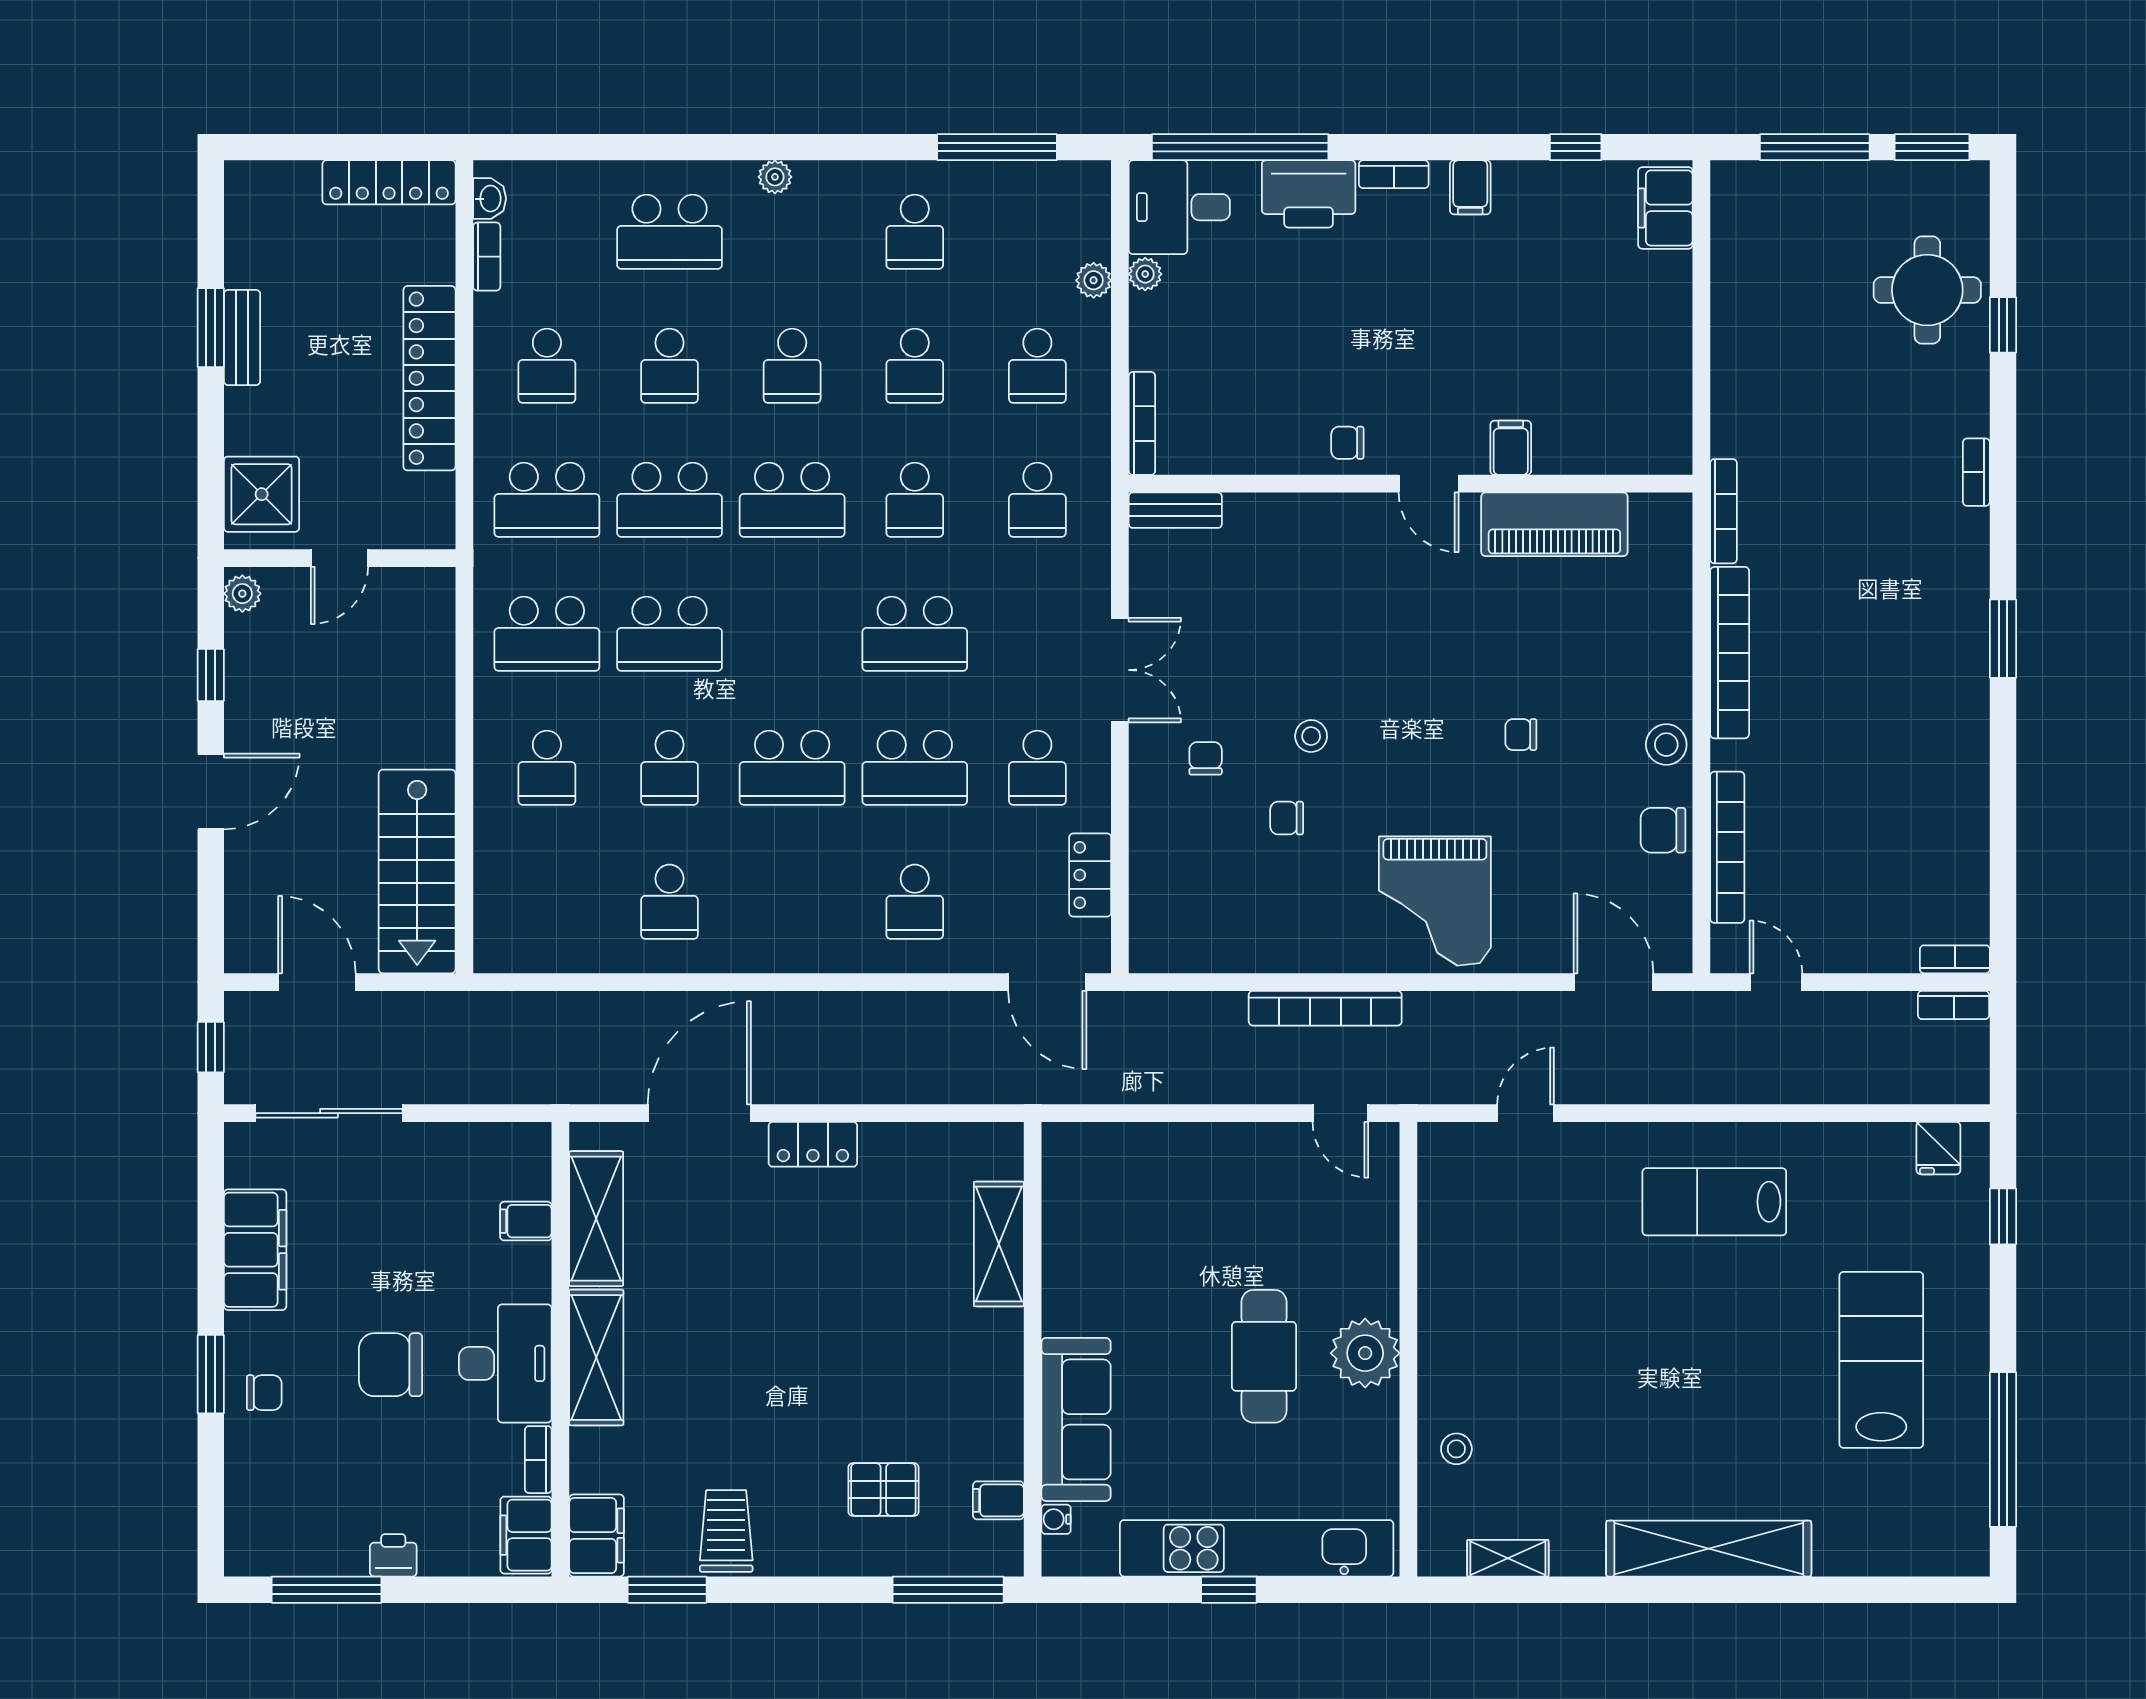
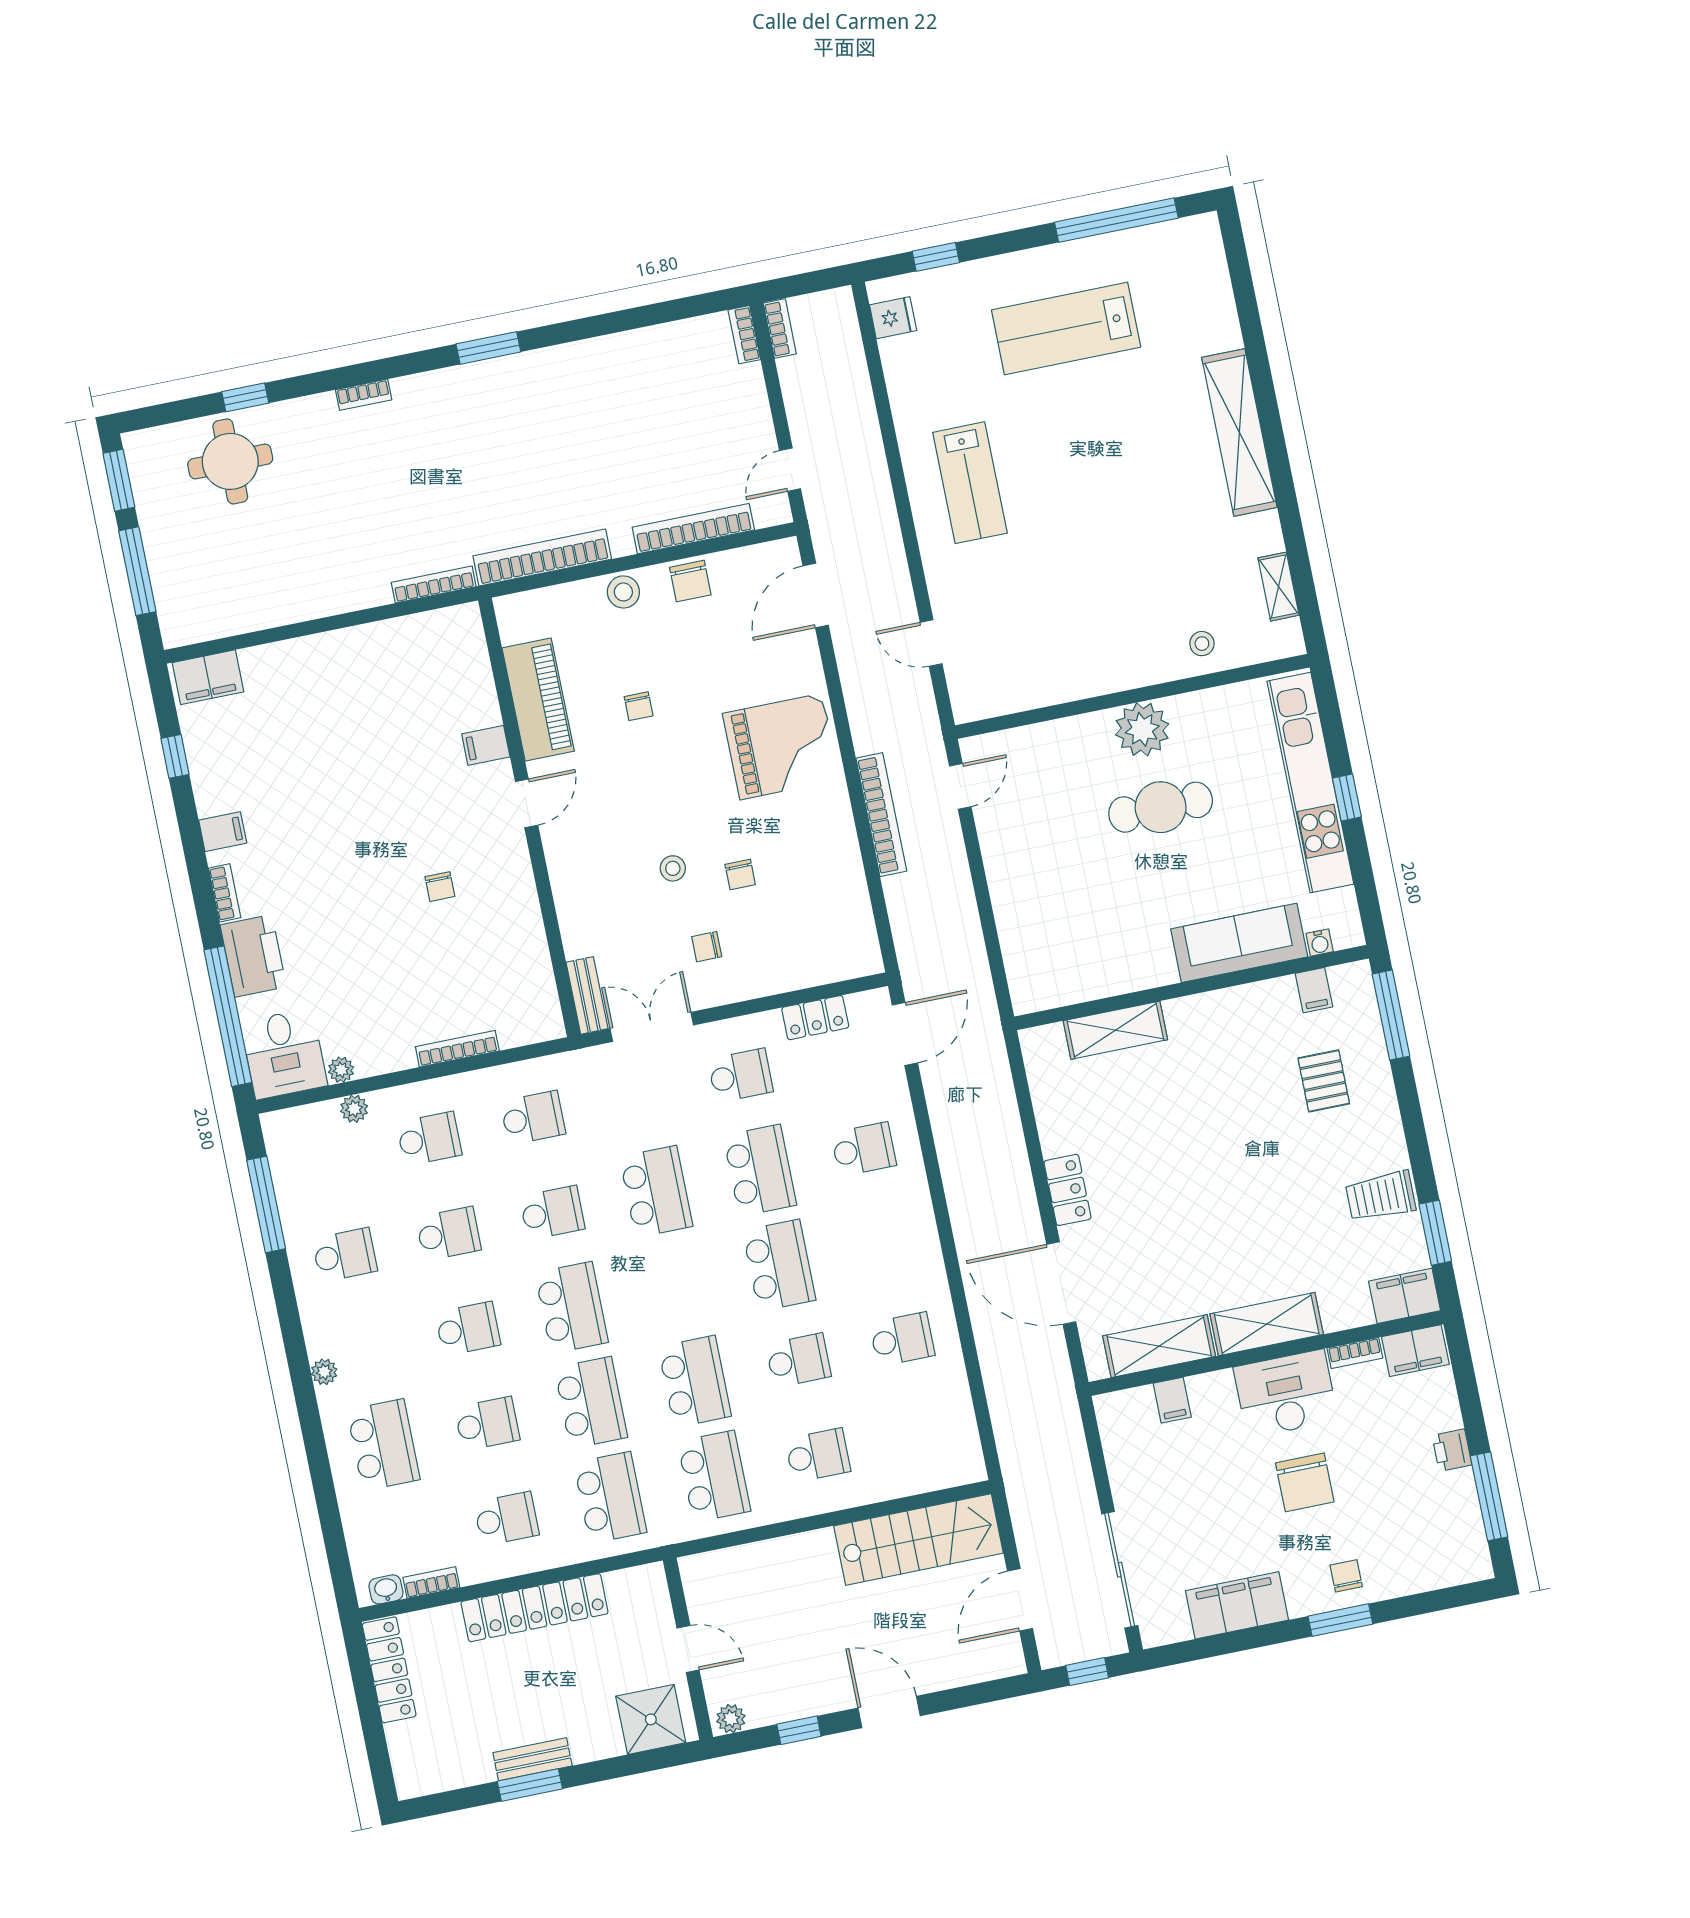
filing cabinet: (1511, 448) -> (486, 745), moved
wall: (1411, 484) -> (529, 817), moved
door: (1429, 484) -> (527, 803), moved
bench: (1175, 510) -> (587, 995), moved
piano: (1554, 524) -> (538, 700), moved

